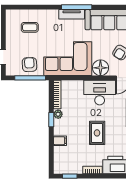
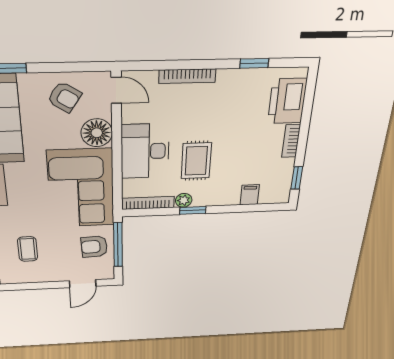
desk: (100, 93) -> (145, 151), moved
rug: (97, 133) -> (196, 161), moved, turned 90
filing cabinet: (60, 141) -> (250, 195), moved

